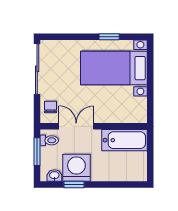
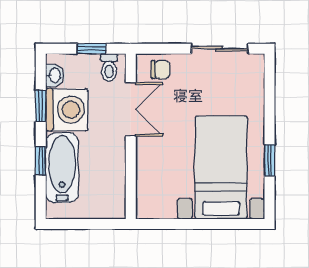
sliding door: (37, 69) -> (220, 49), width x0.73
bathtub: (125, 140) -> (62, 168), moved, turned 180
window: (37, 152) -> (92, 49), width x0.67
window: (109, 184) -> (41, 161), added

